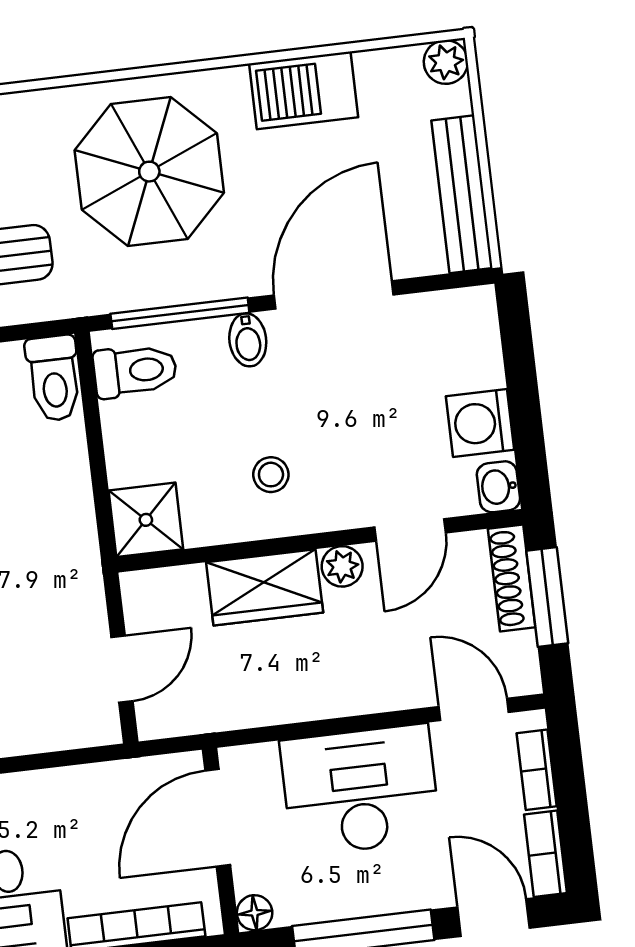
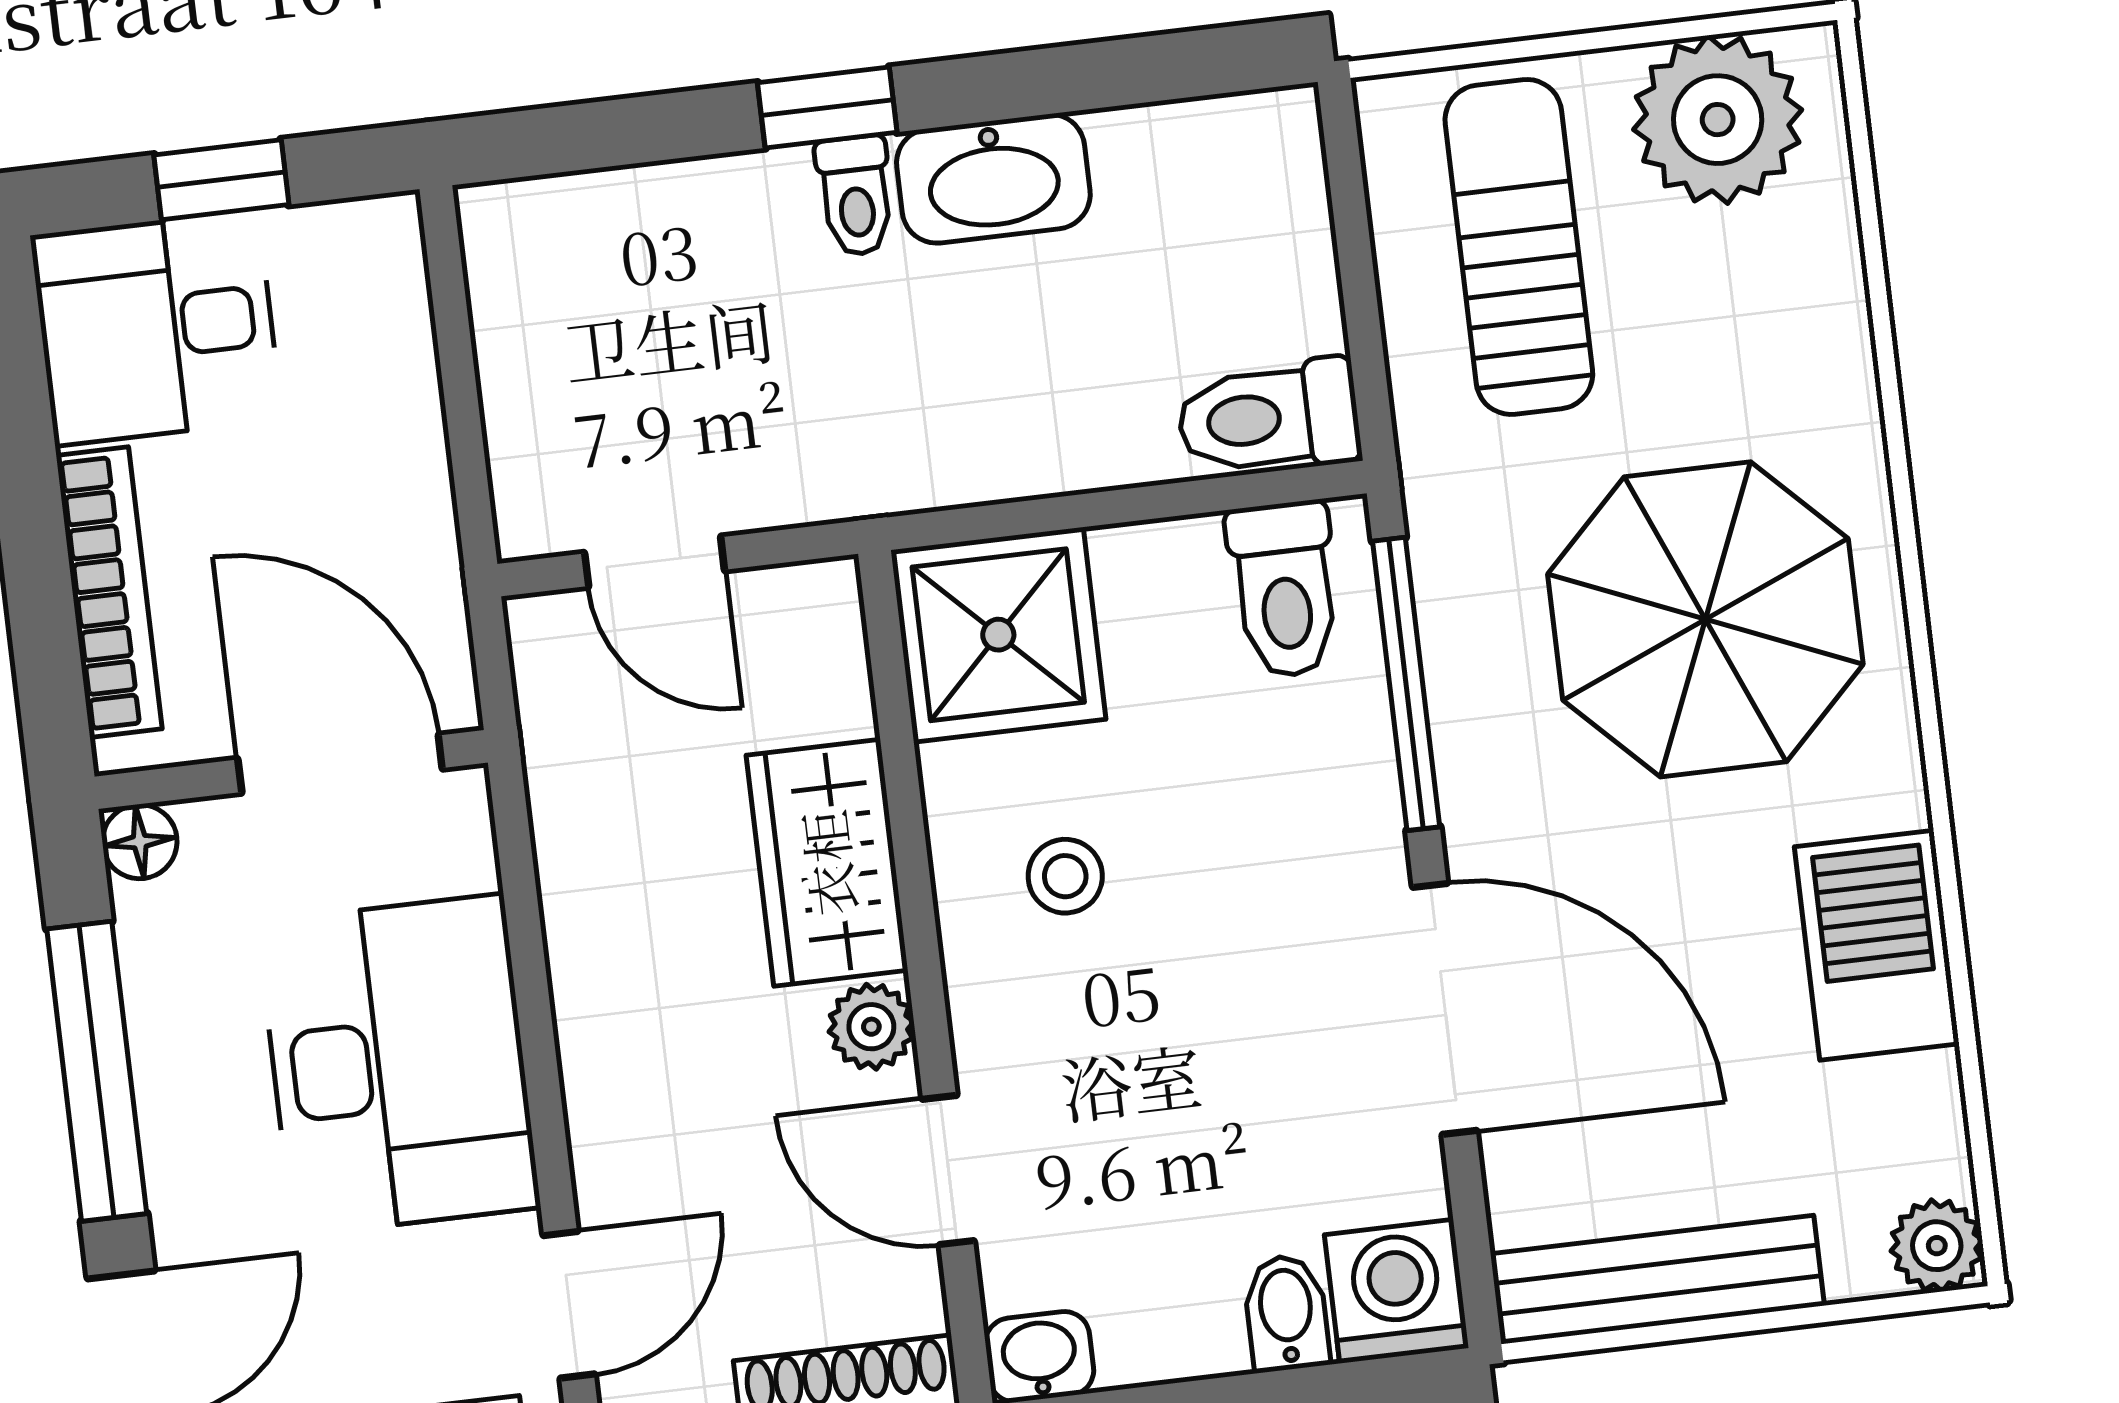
bidet: (248, 340) -> (1286, 1313), moved, turned 90
washing machine: (480, 423) -> (1397, 1291), moved
shower: (146, 520) -> (998, 635), width x1.36, depth x1.36

